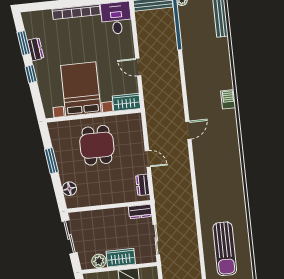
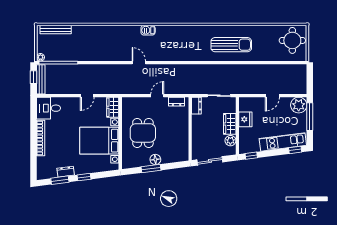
barbecue: (228, 99) -> (148, 30), moved
dining table: (97, 145) -> (143, 133), turned 90
floor lamp: (69, 189) -> (155, 160), moved

